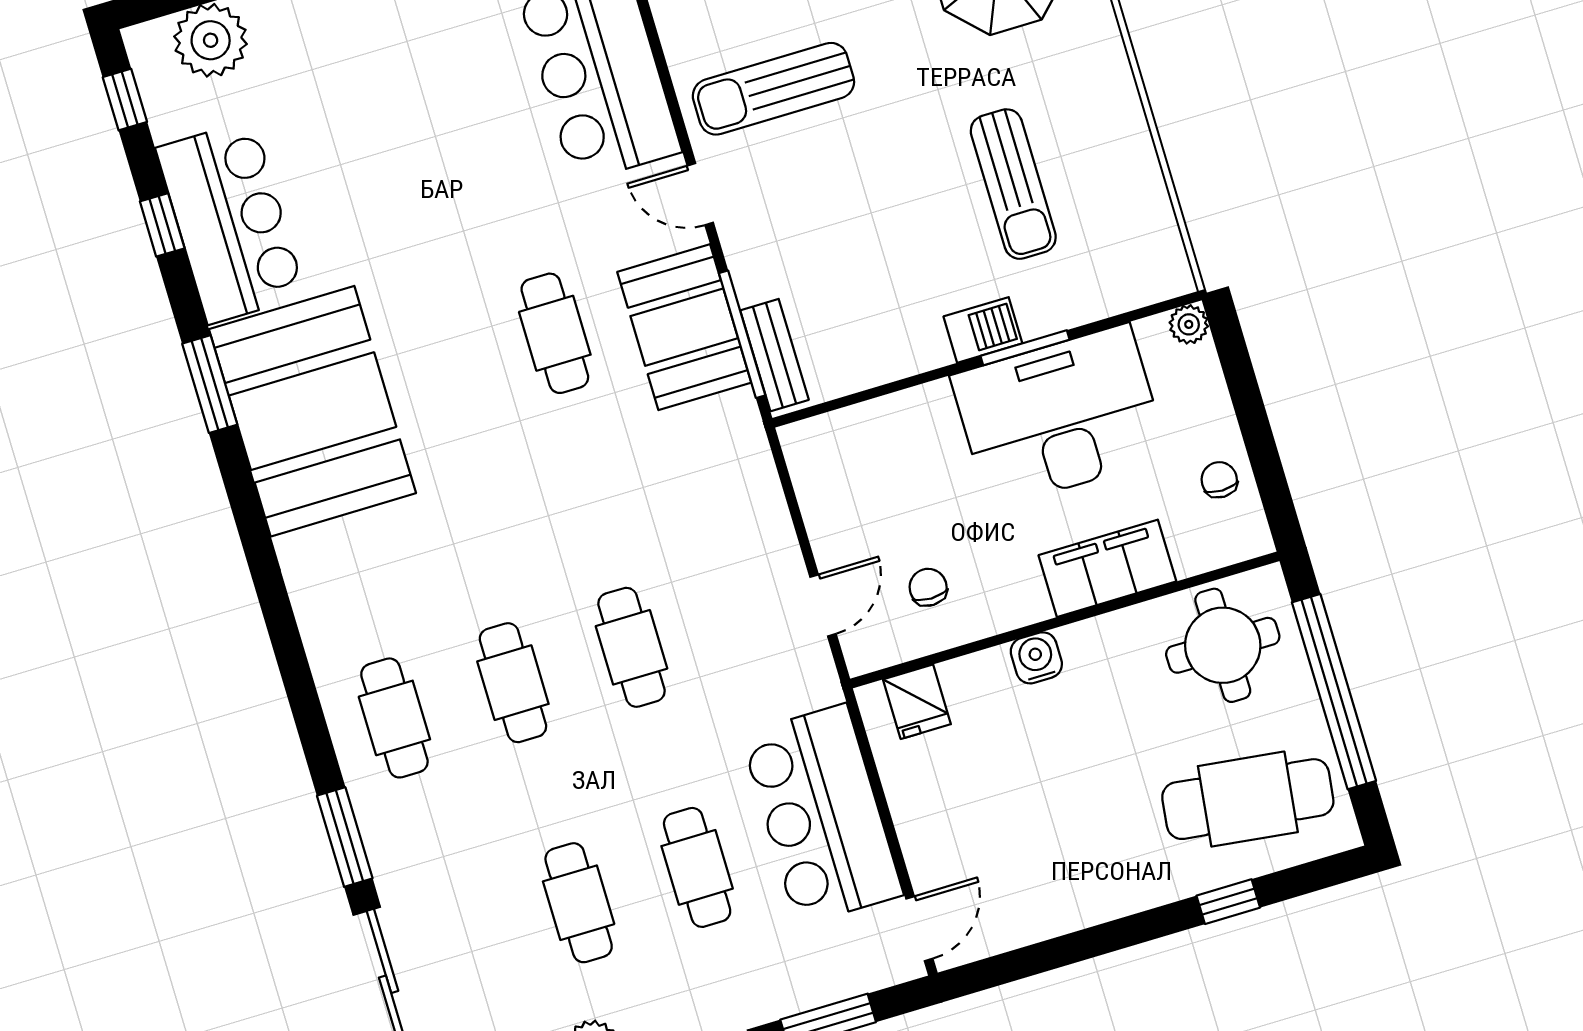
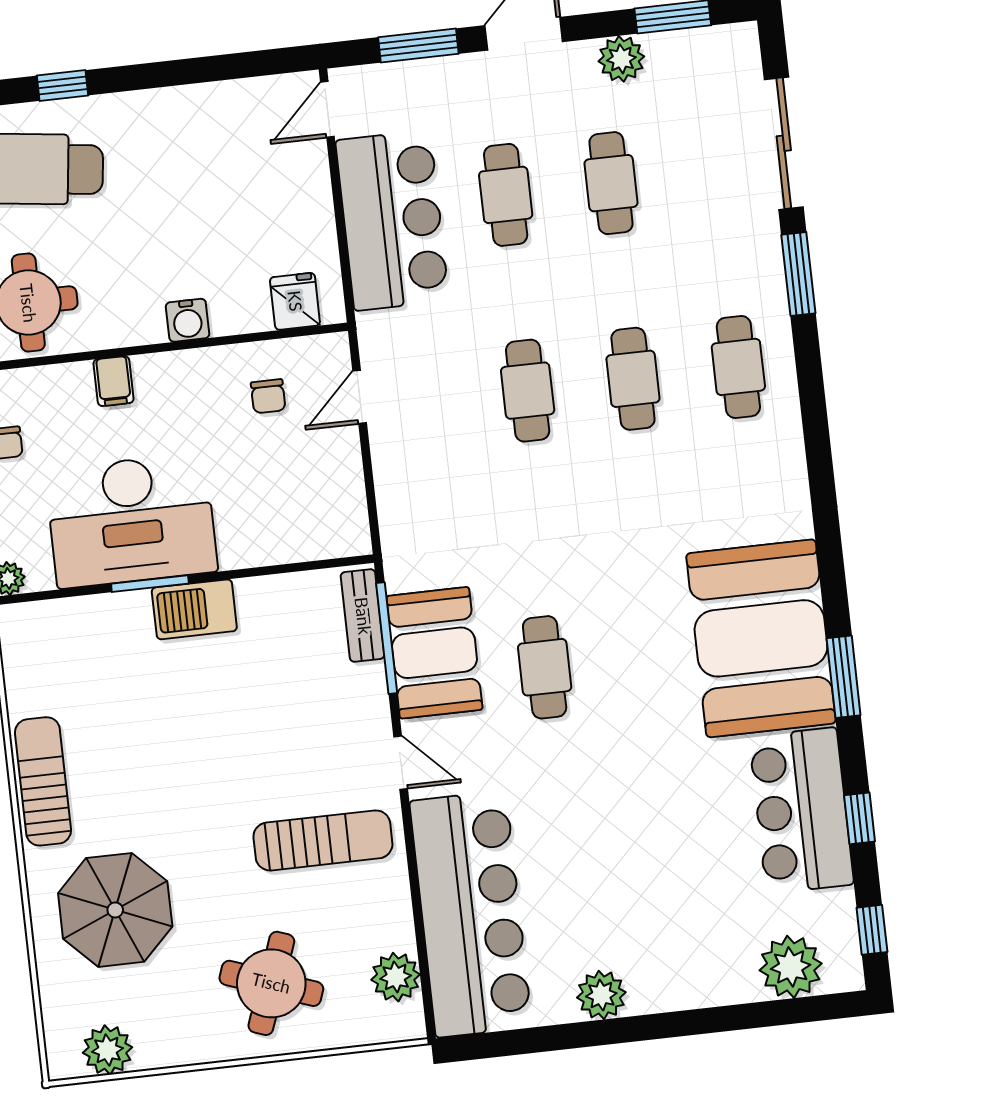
sun lounger: (1013, 184) -> (43, 781), moved
barbecue: (983, 330) -> (194, 609), width x1.38, depth x1.27
filing cabinet: (1107, 568) -> (114, 381), width x0.33, depth x0.86

